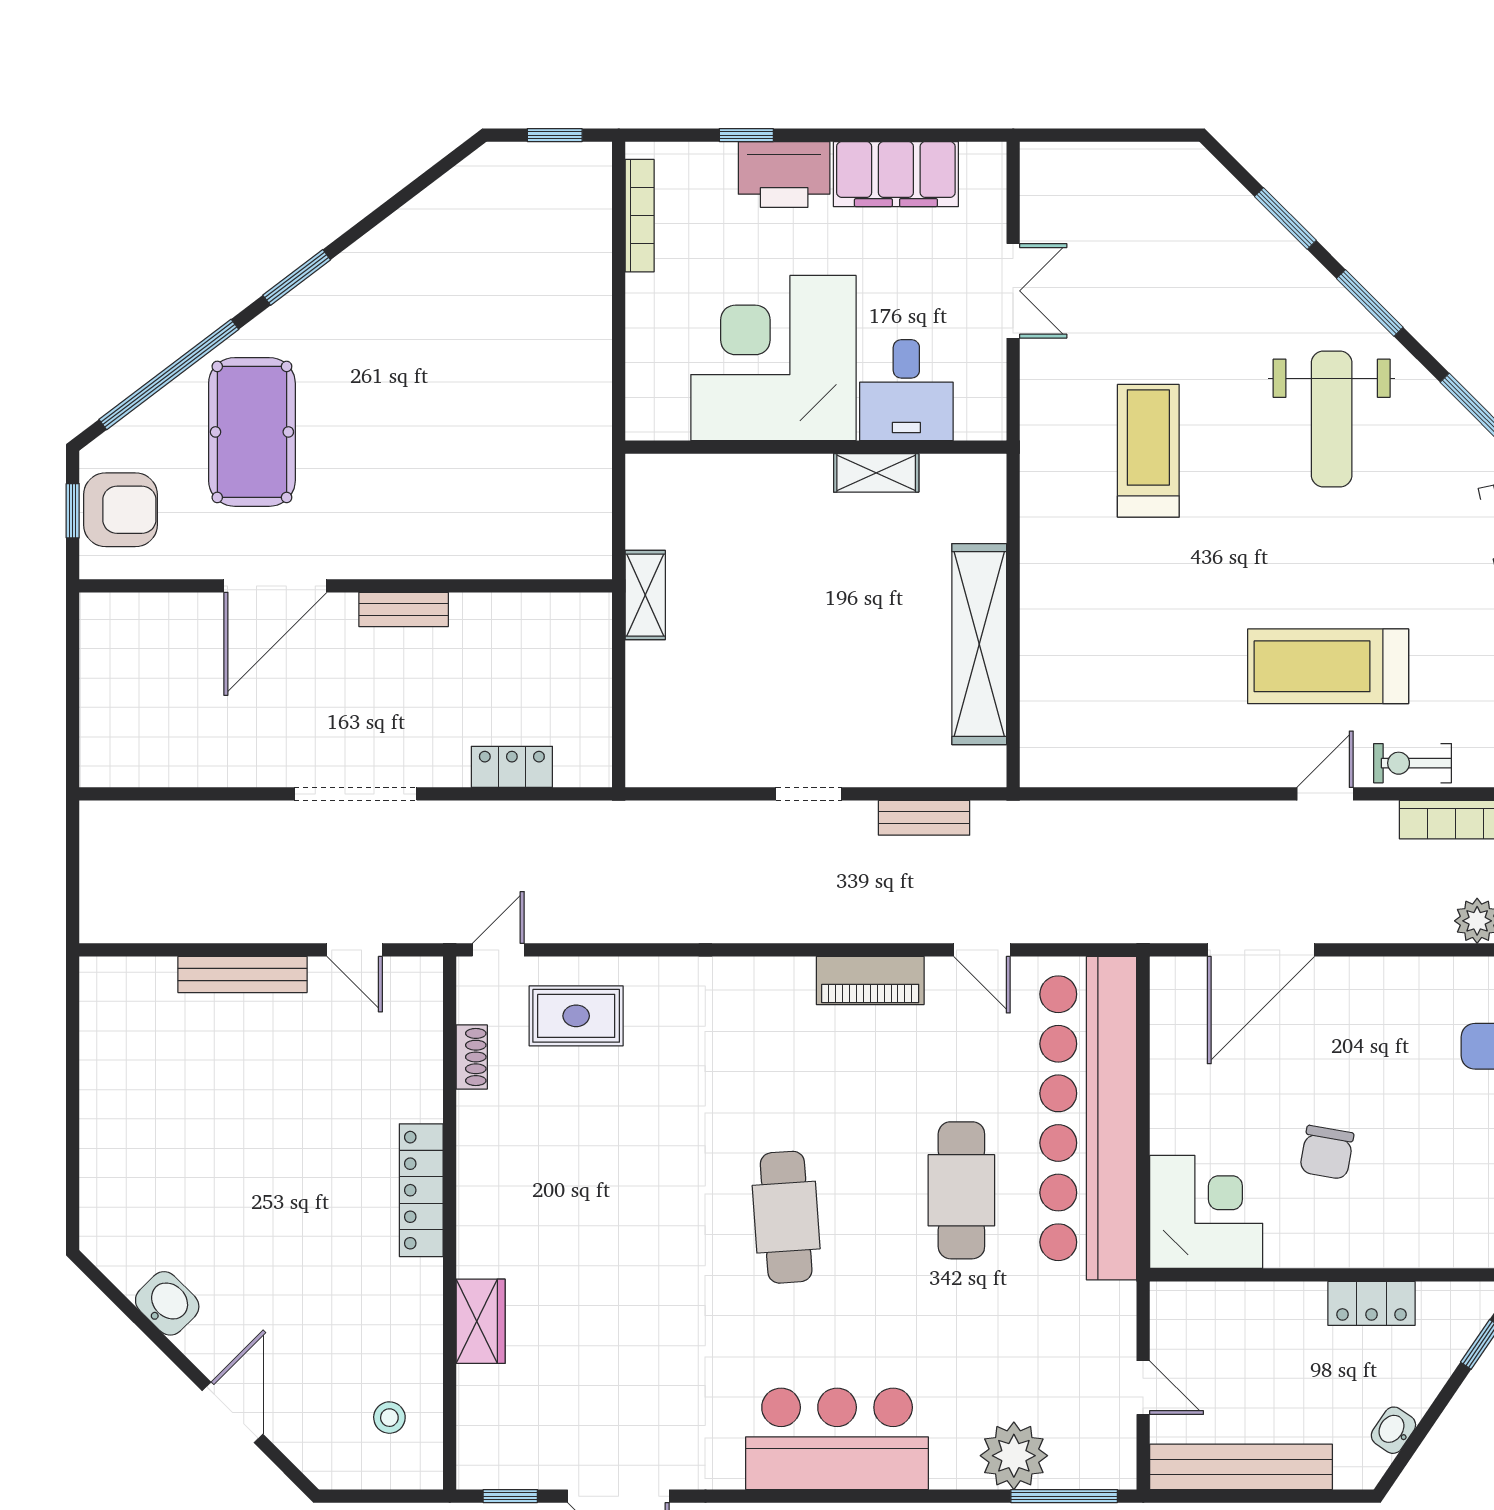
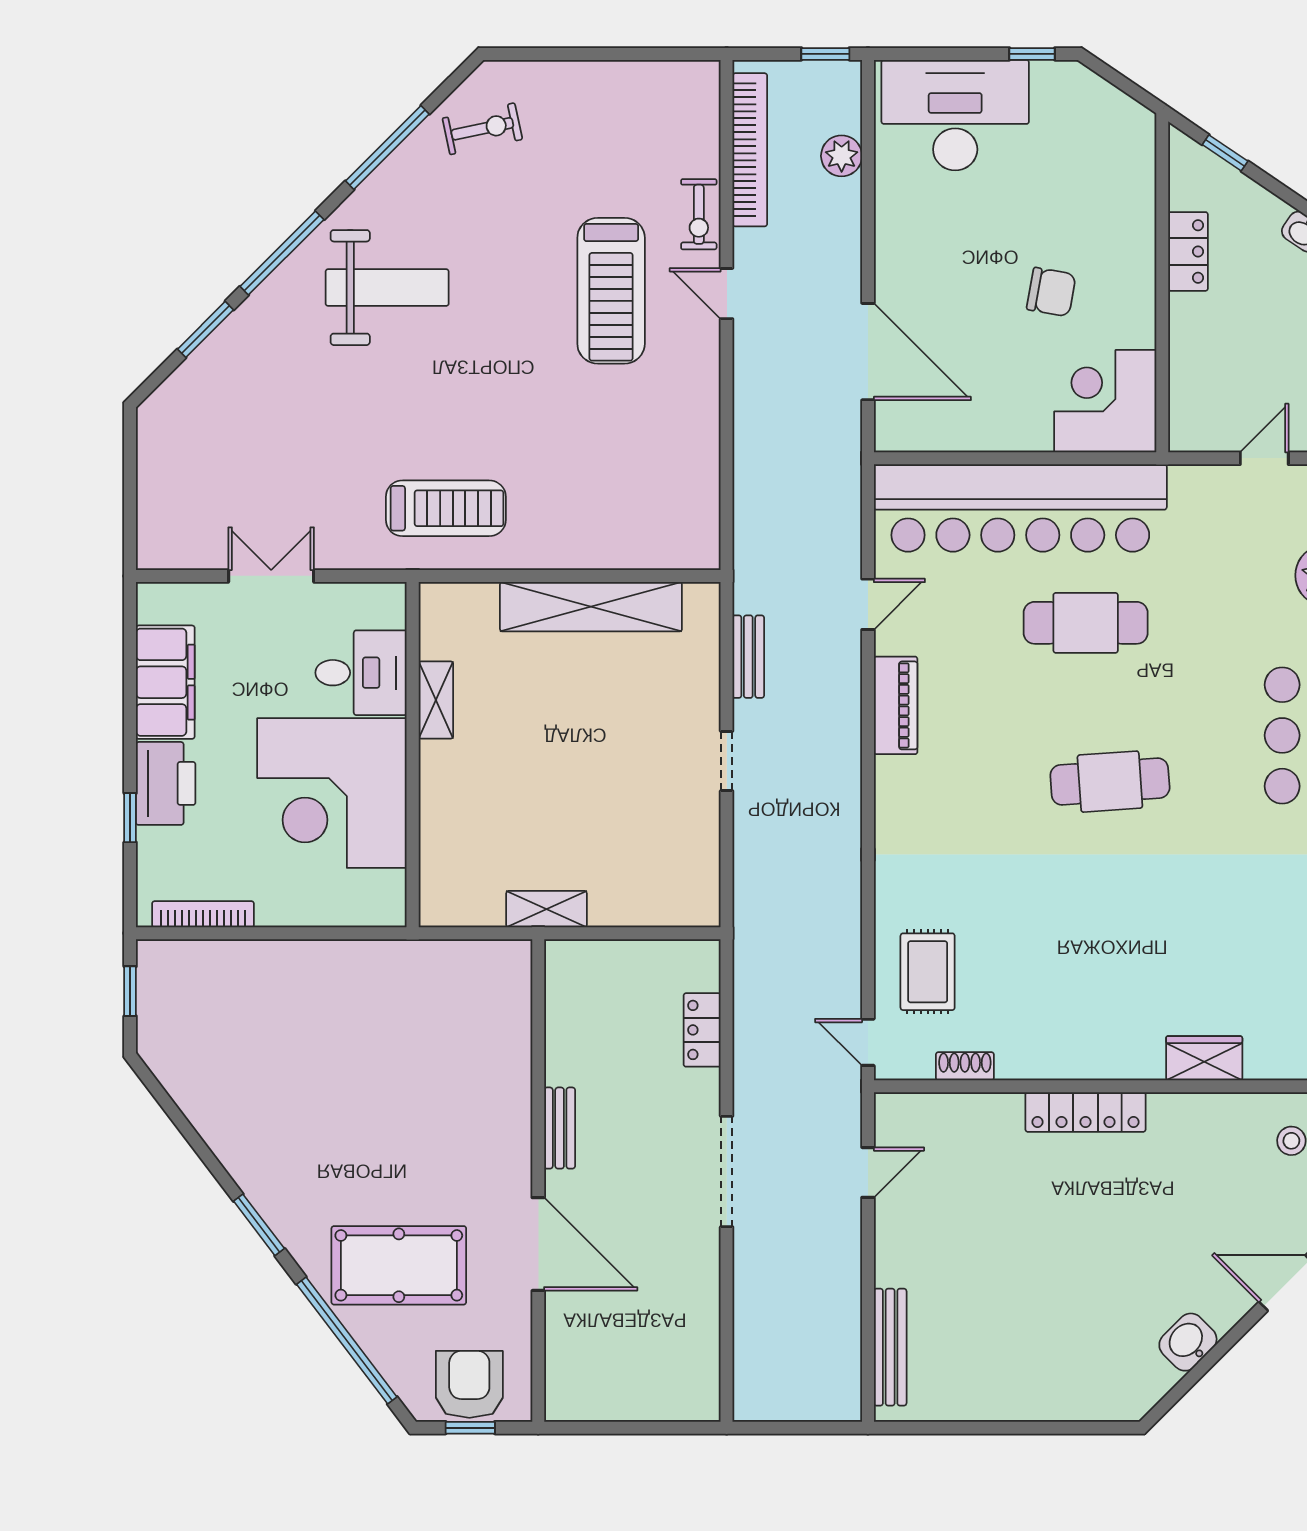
window: (1370, 303) -> (282, 253), width x1.44
treadmill: (1148, 451) -> (446, 508), moved, turned 180
bench: (243, 974) -> (890, 1347), moved

